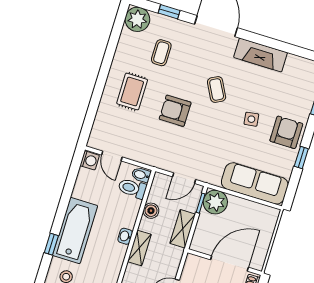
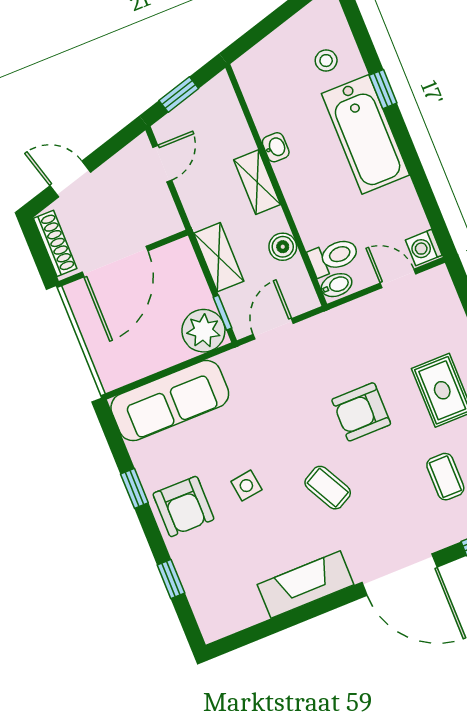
armchair: (175, 111) -> (361, 412), turned 180
washbasin: (125, 236) -> (276, 147), moved

